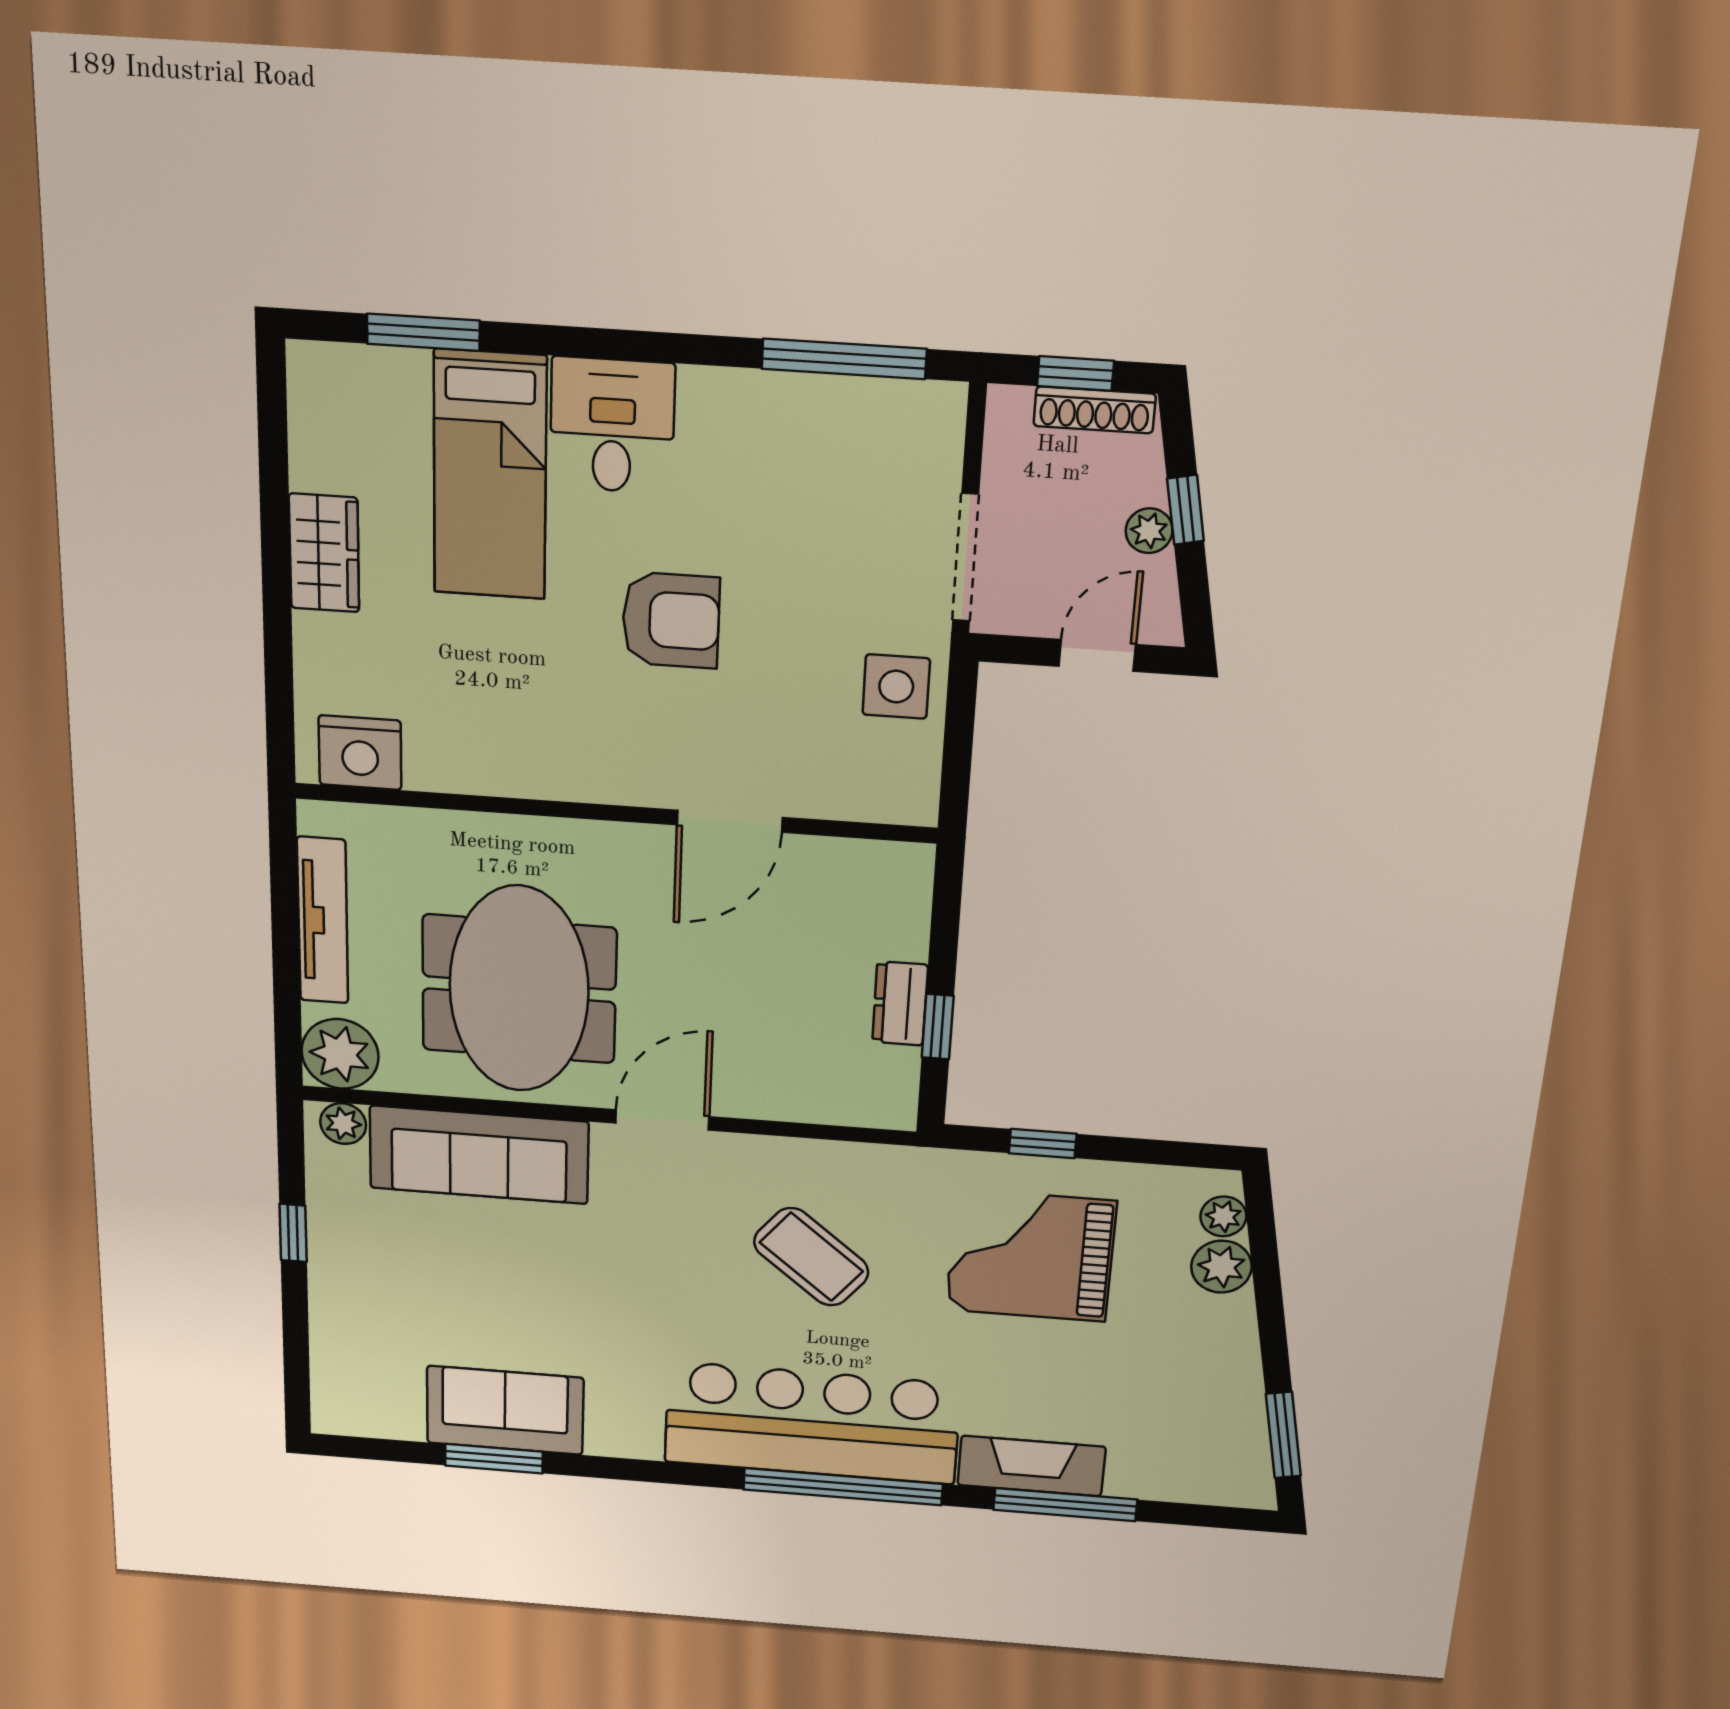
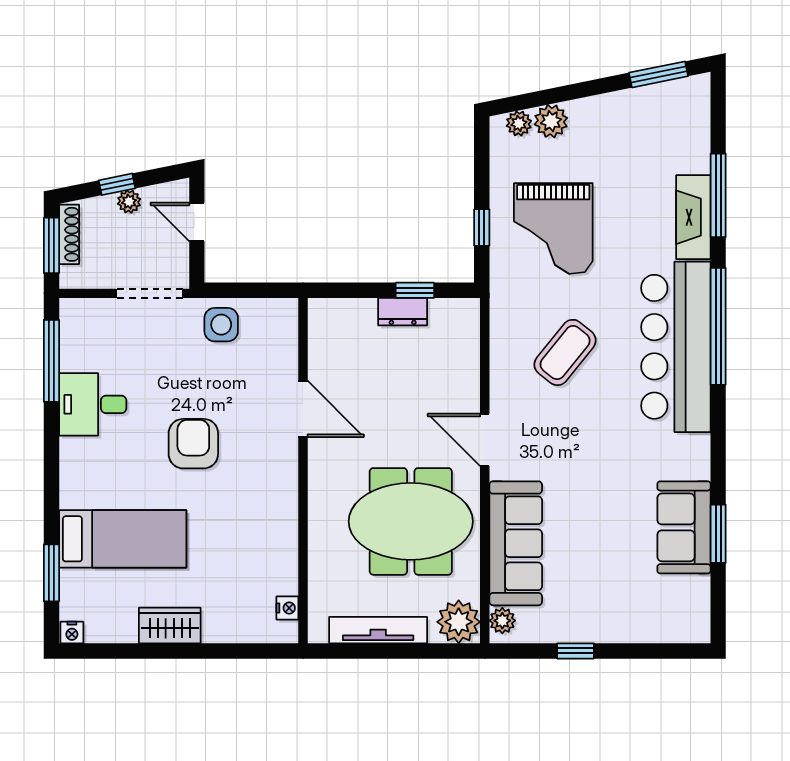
nightstand: (307, 365) -> (72, 633), added
window: (1075, 373) -> (51, 245), width x1.50
desk: (612, 425) -> (93, 404), moved
nightstand: (360, 753) -> (287, 608), width x0.53, depth x0.56

